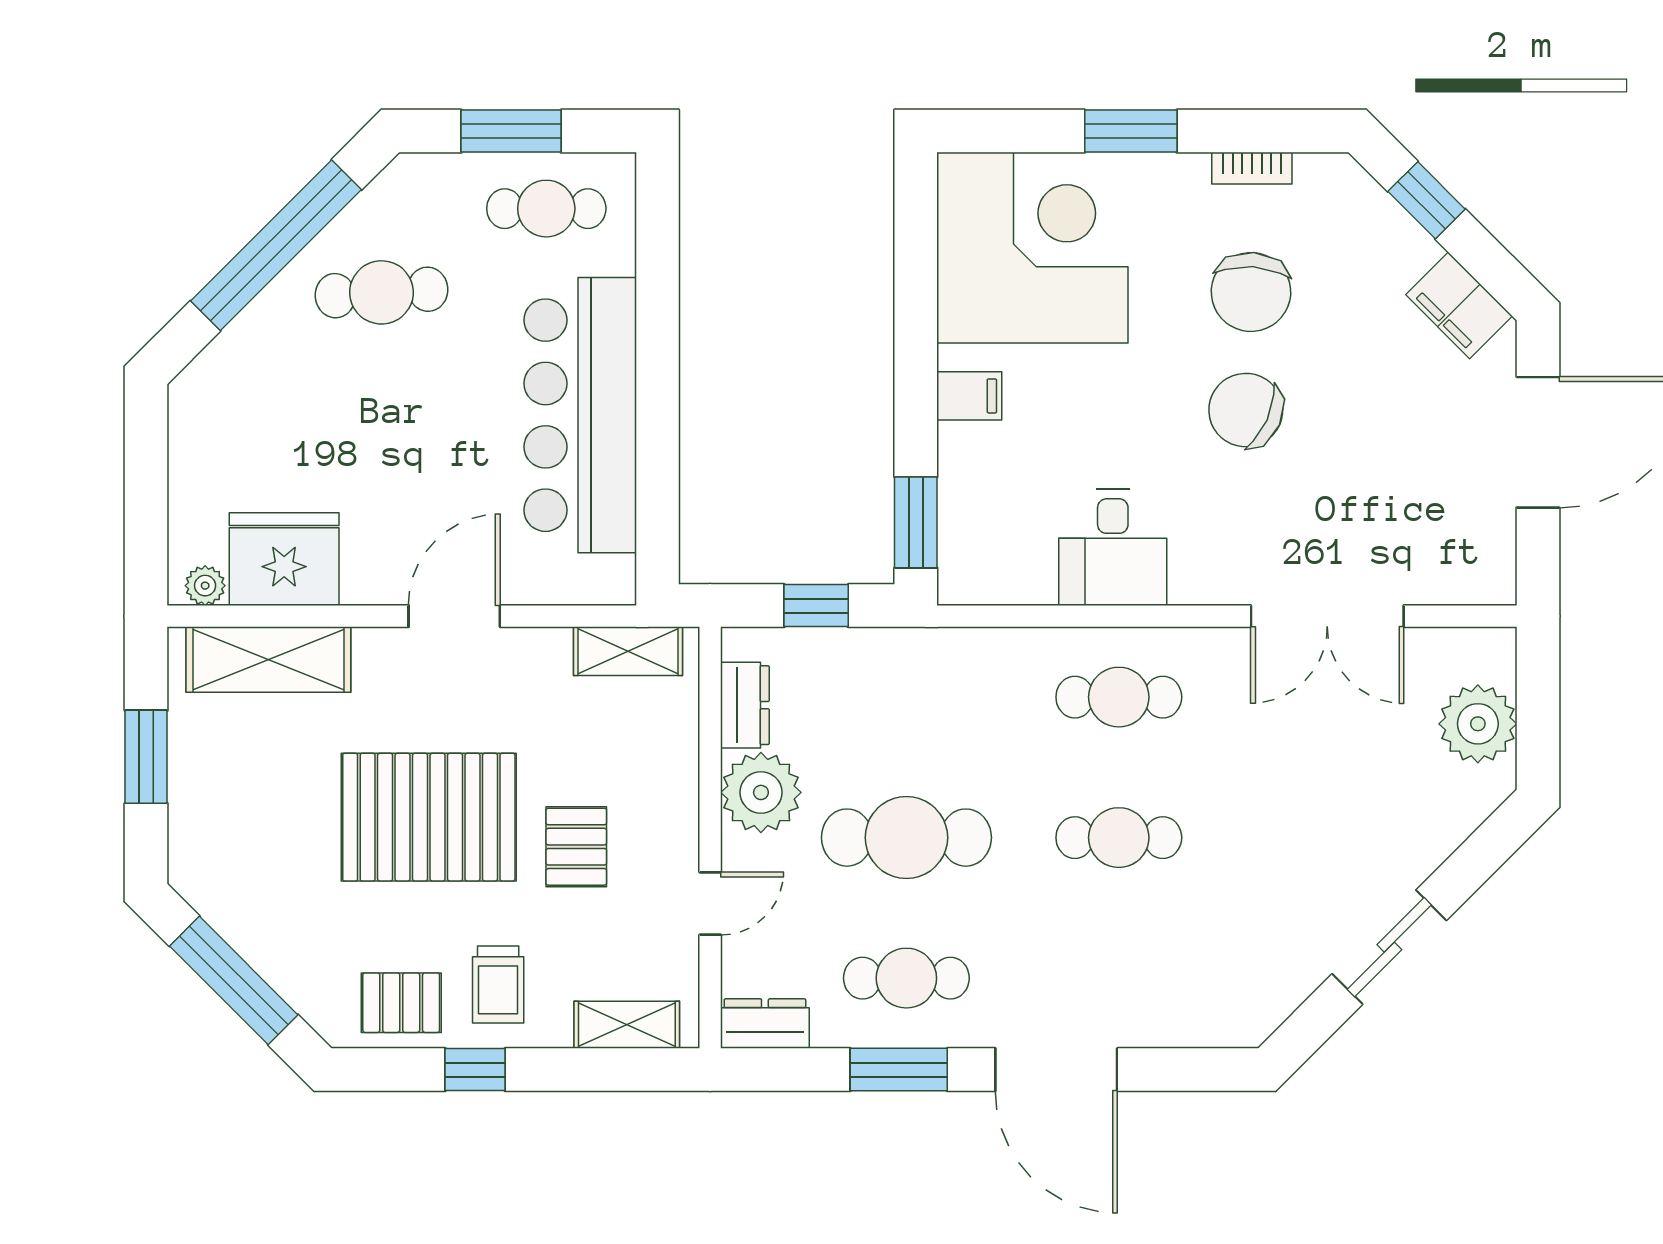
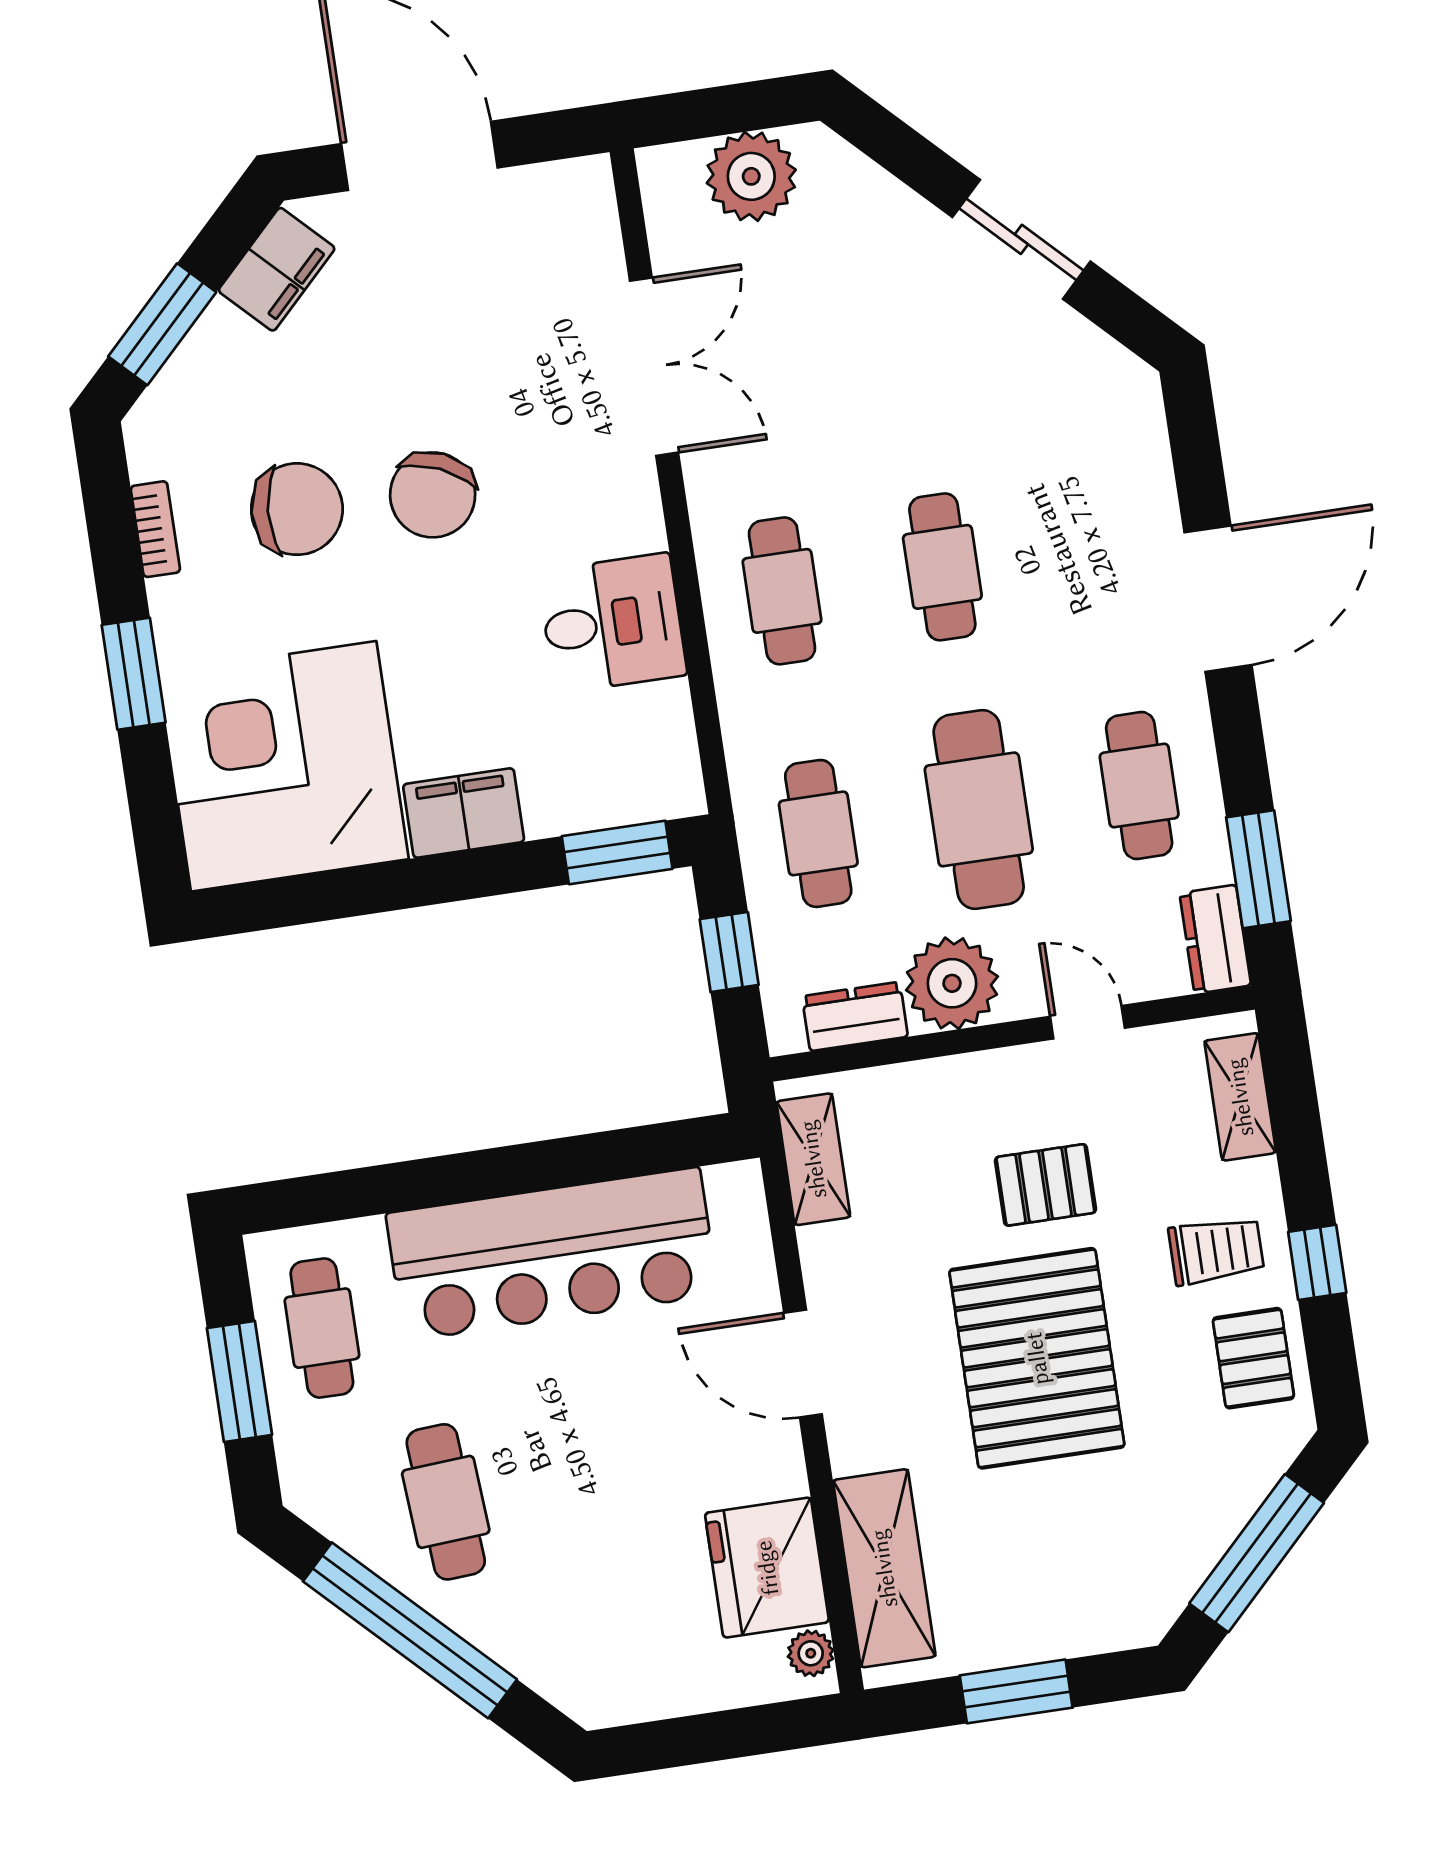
window: (1427, 200) -> (162, 324), width x1.50
filing cabinet: (969, 396) -> (464, 813), width x2.00
cafe table: (906, 697) -> (818, 833), added
window: (899, 1070) -> (1258, 869), moved

